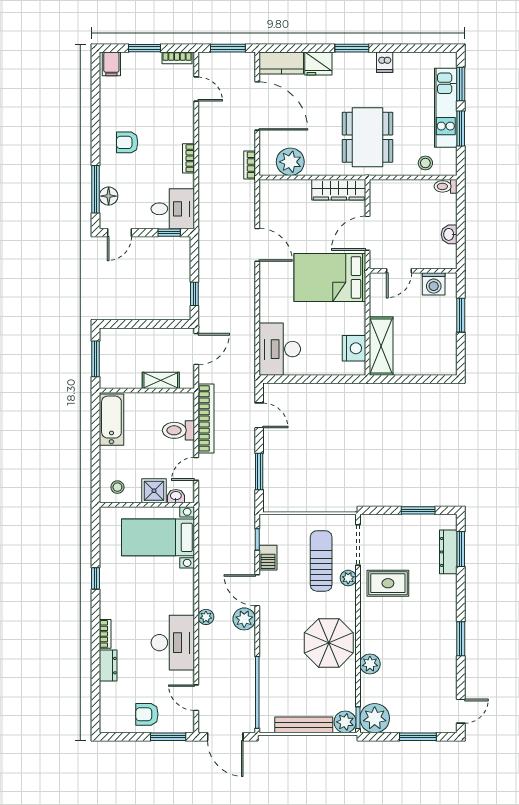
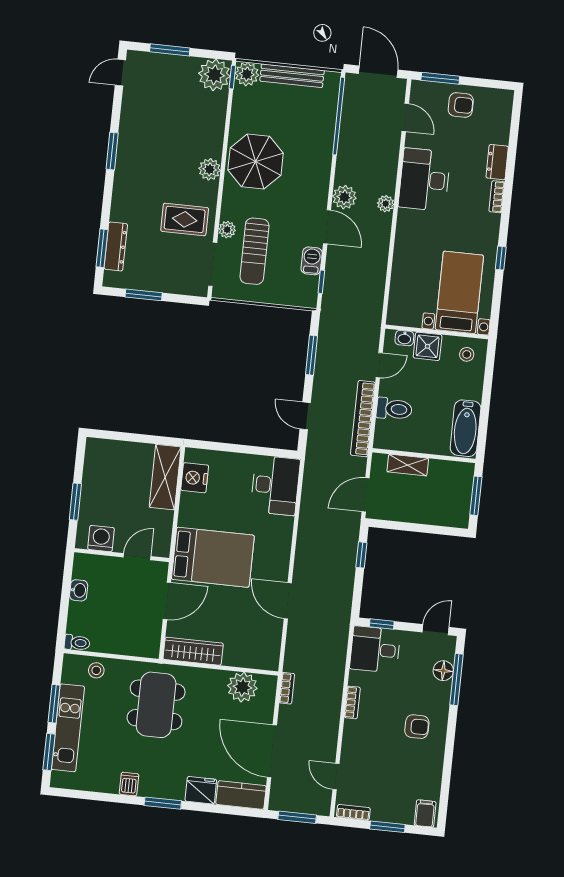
bed with nightstands: (158, 537) -> (459, 292), moved, turned -90
plant: (370, 664) -> (210, 169), moved

